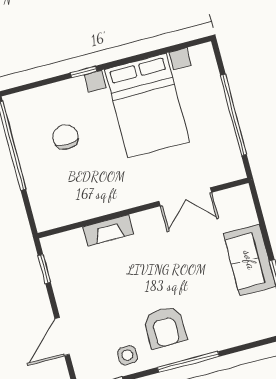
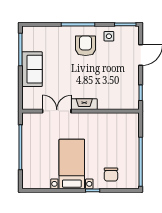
bed with nightstands: (147, 106) -> (72, 164), width x0.73
chair: (65, 137) -> (111, 175), moved
fireplace: (108, 230) -> (84, 104), moved

